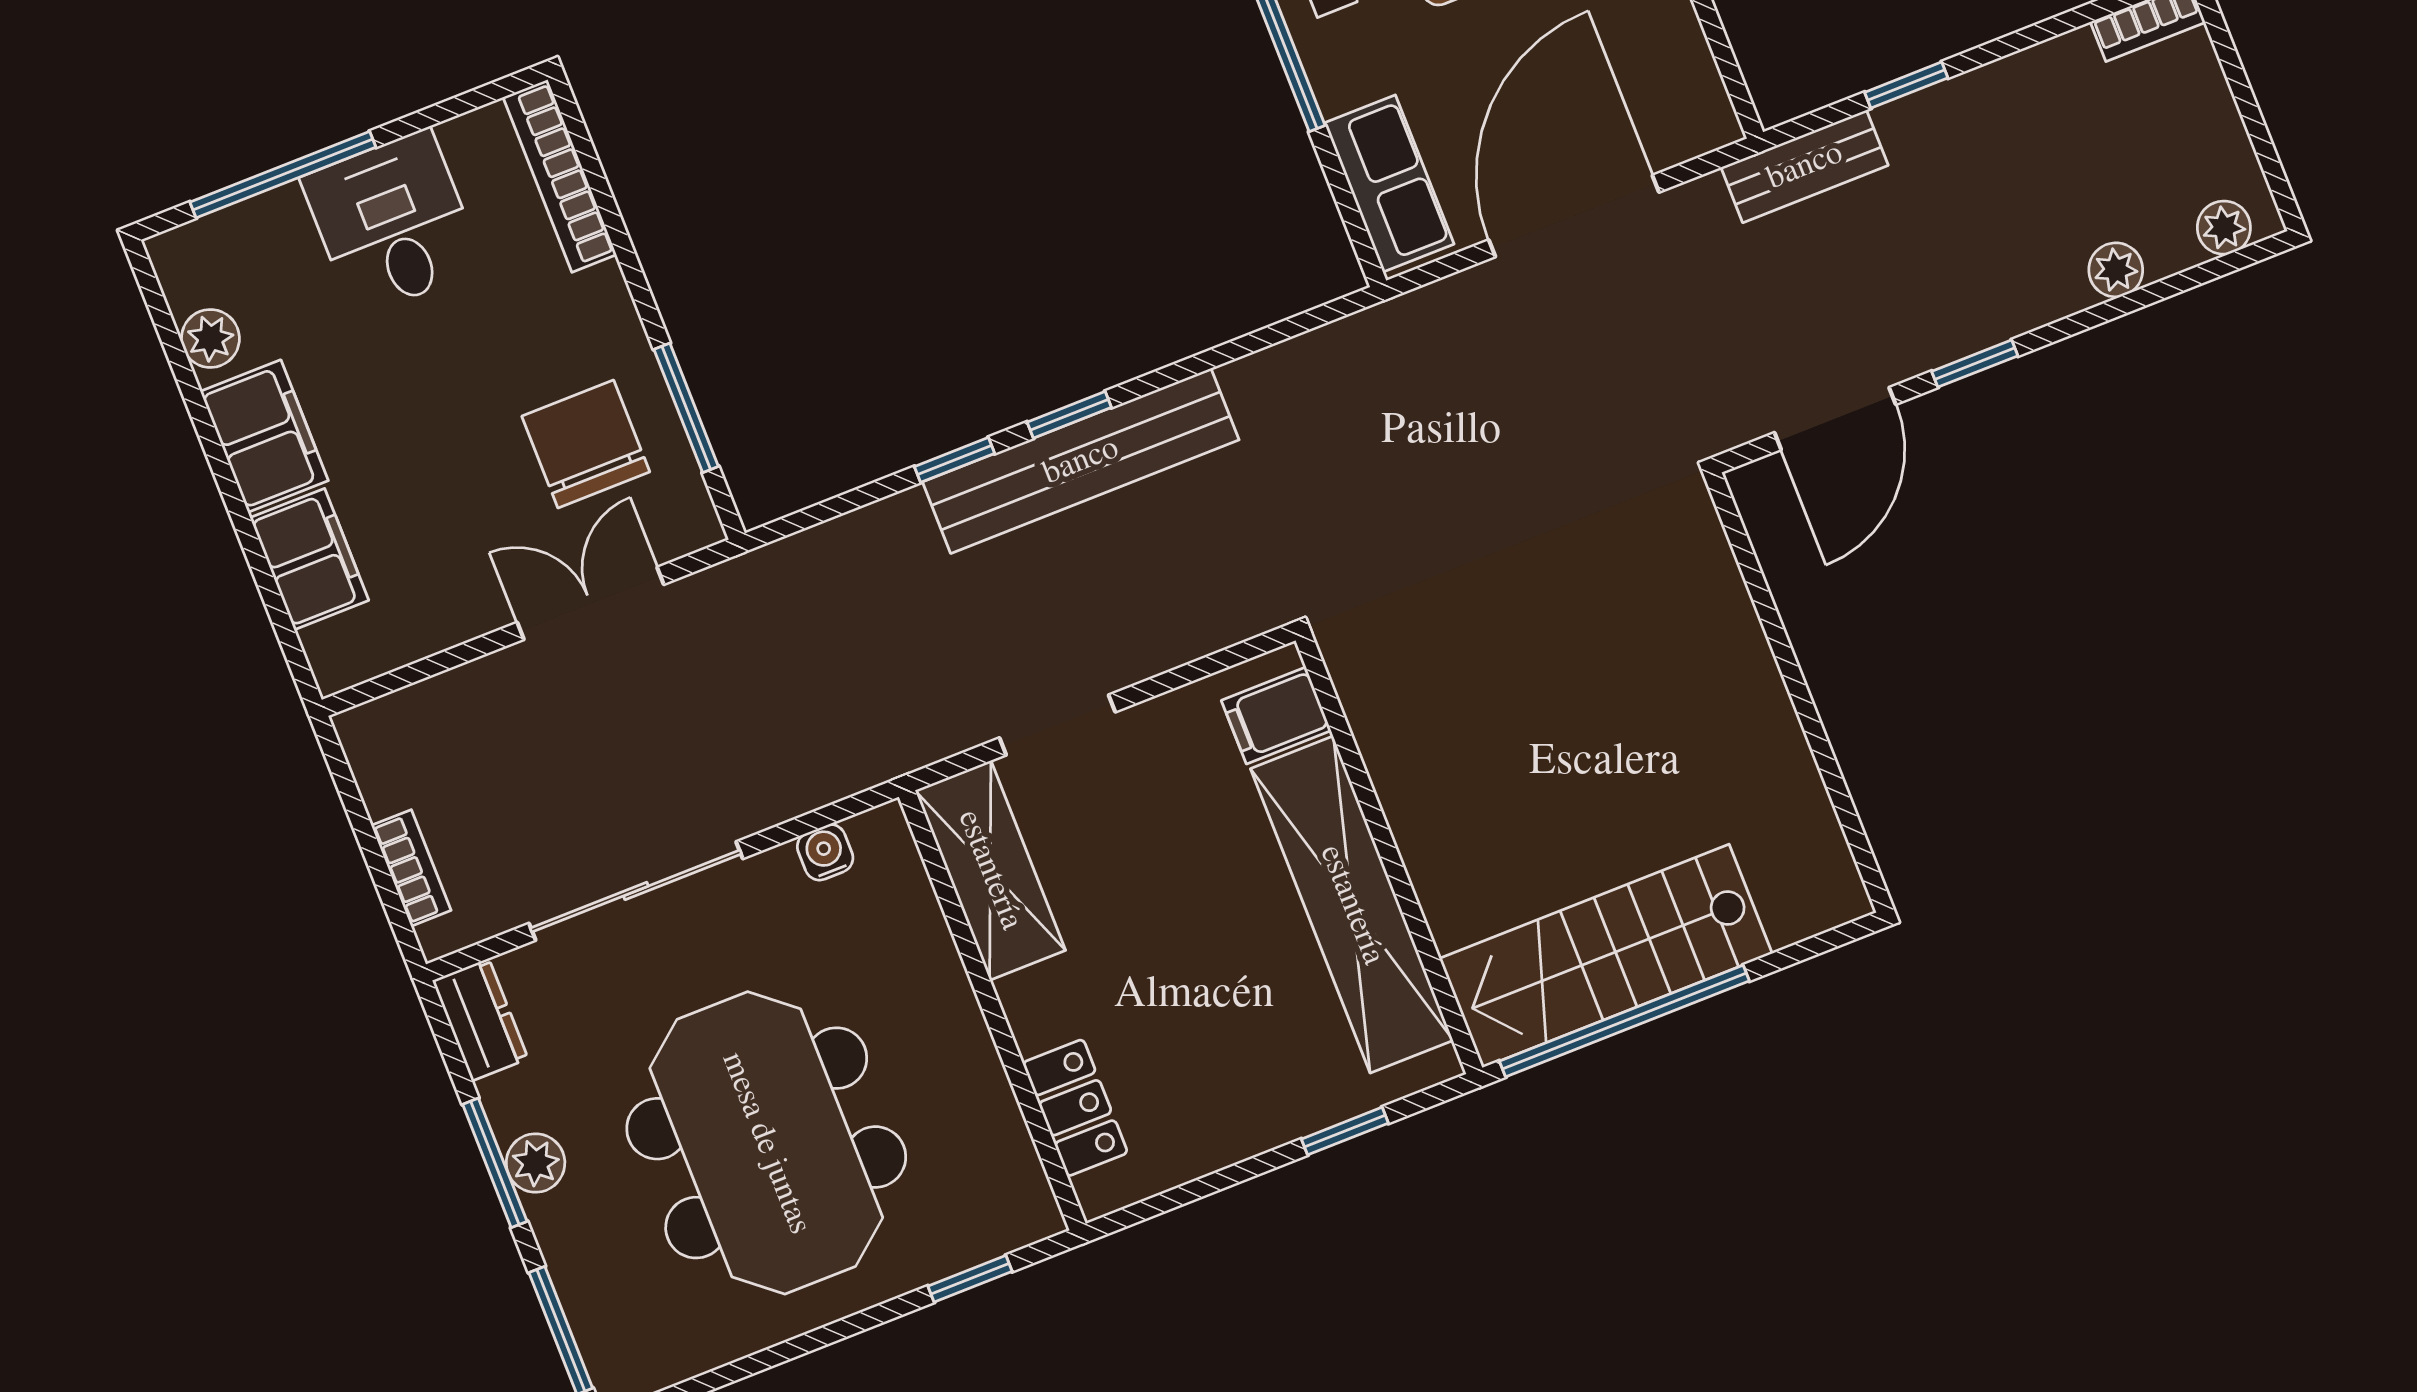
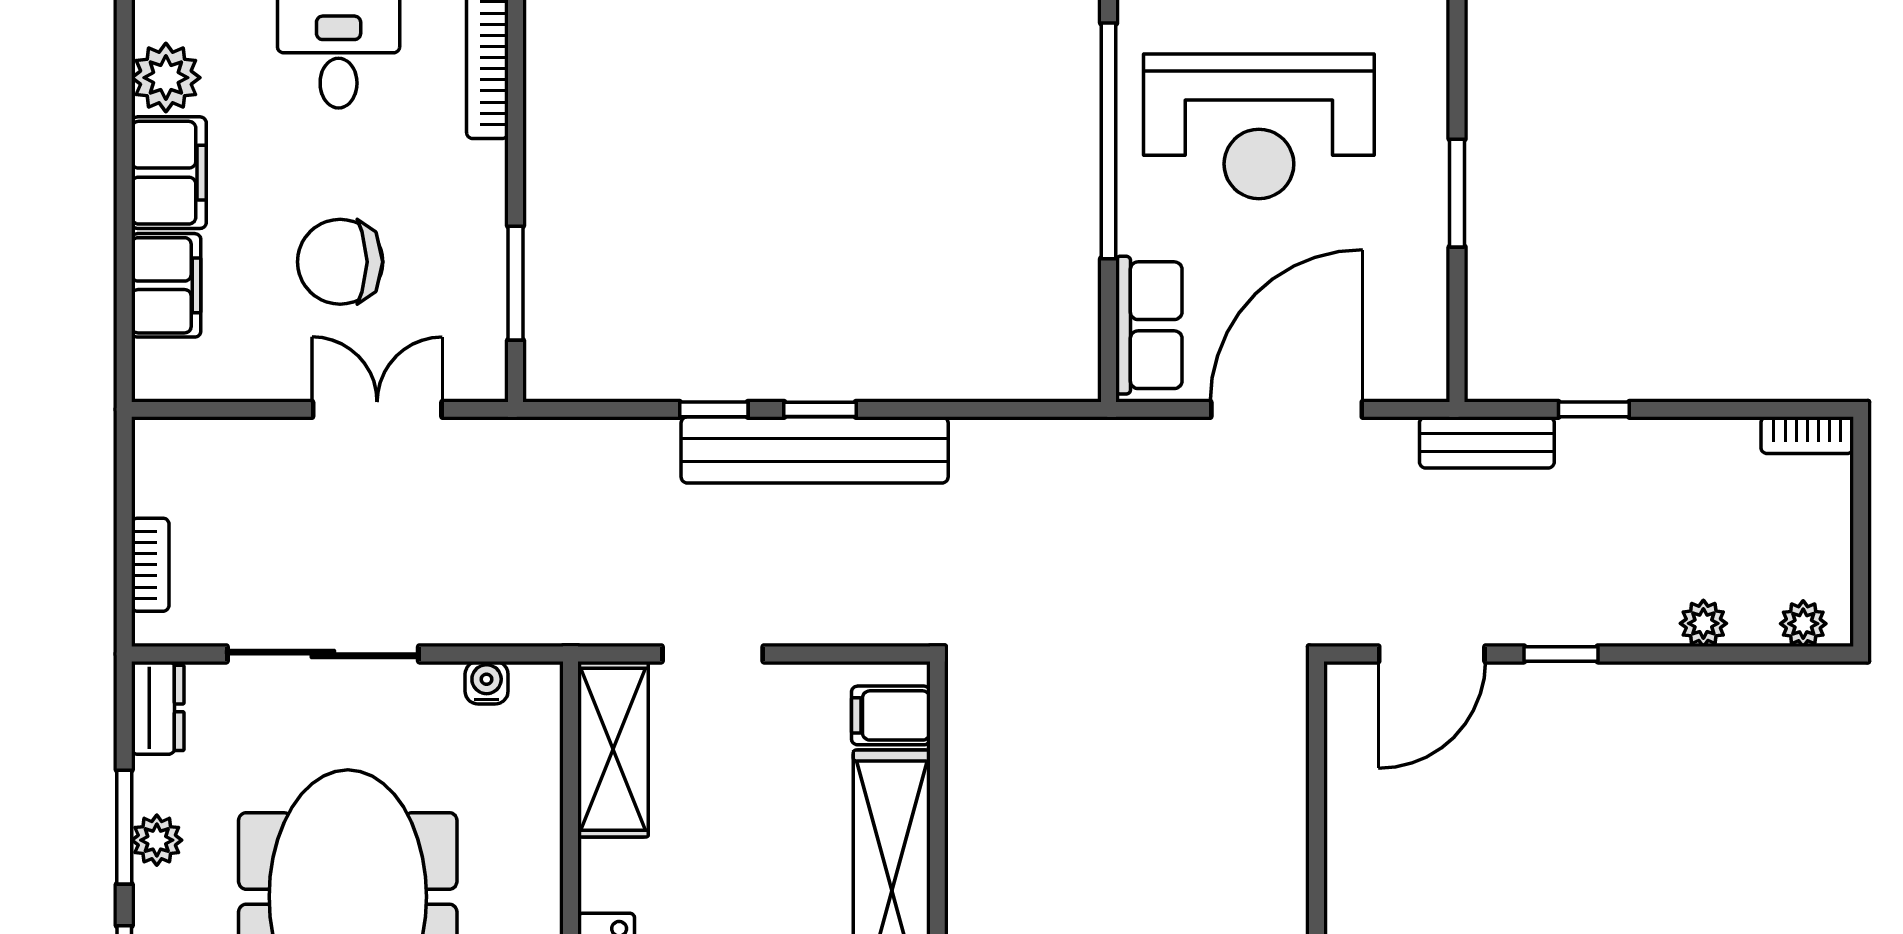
plant: (210, 338) -> (166, 78), width x1.38, depth x1.38
chair: (586, 444) -> (340, 262), moved, turned -90

